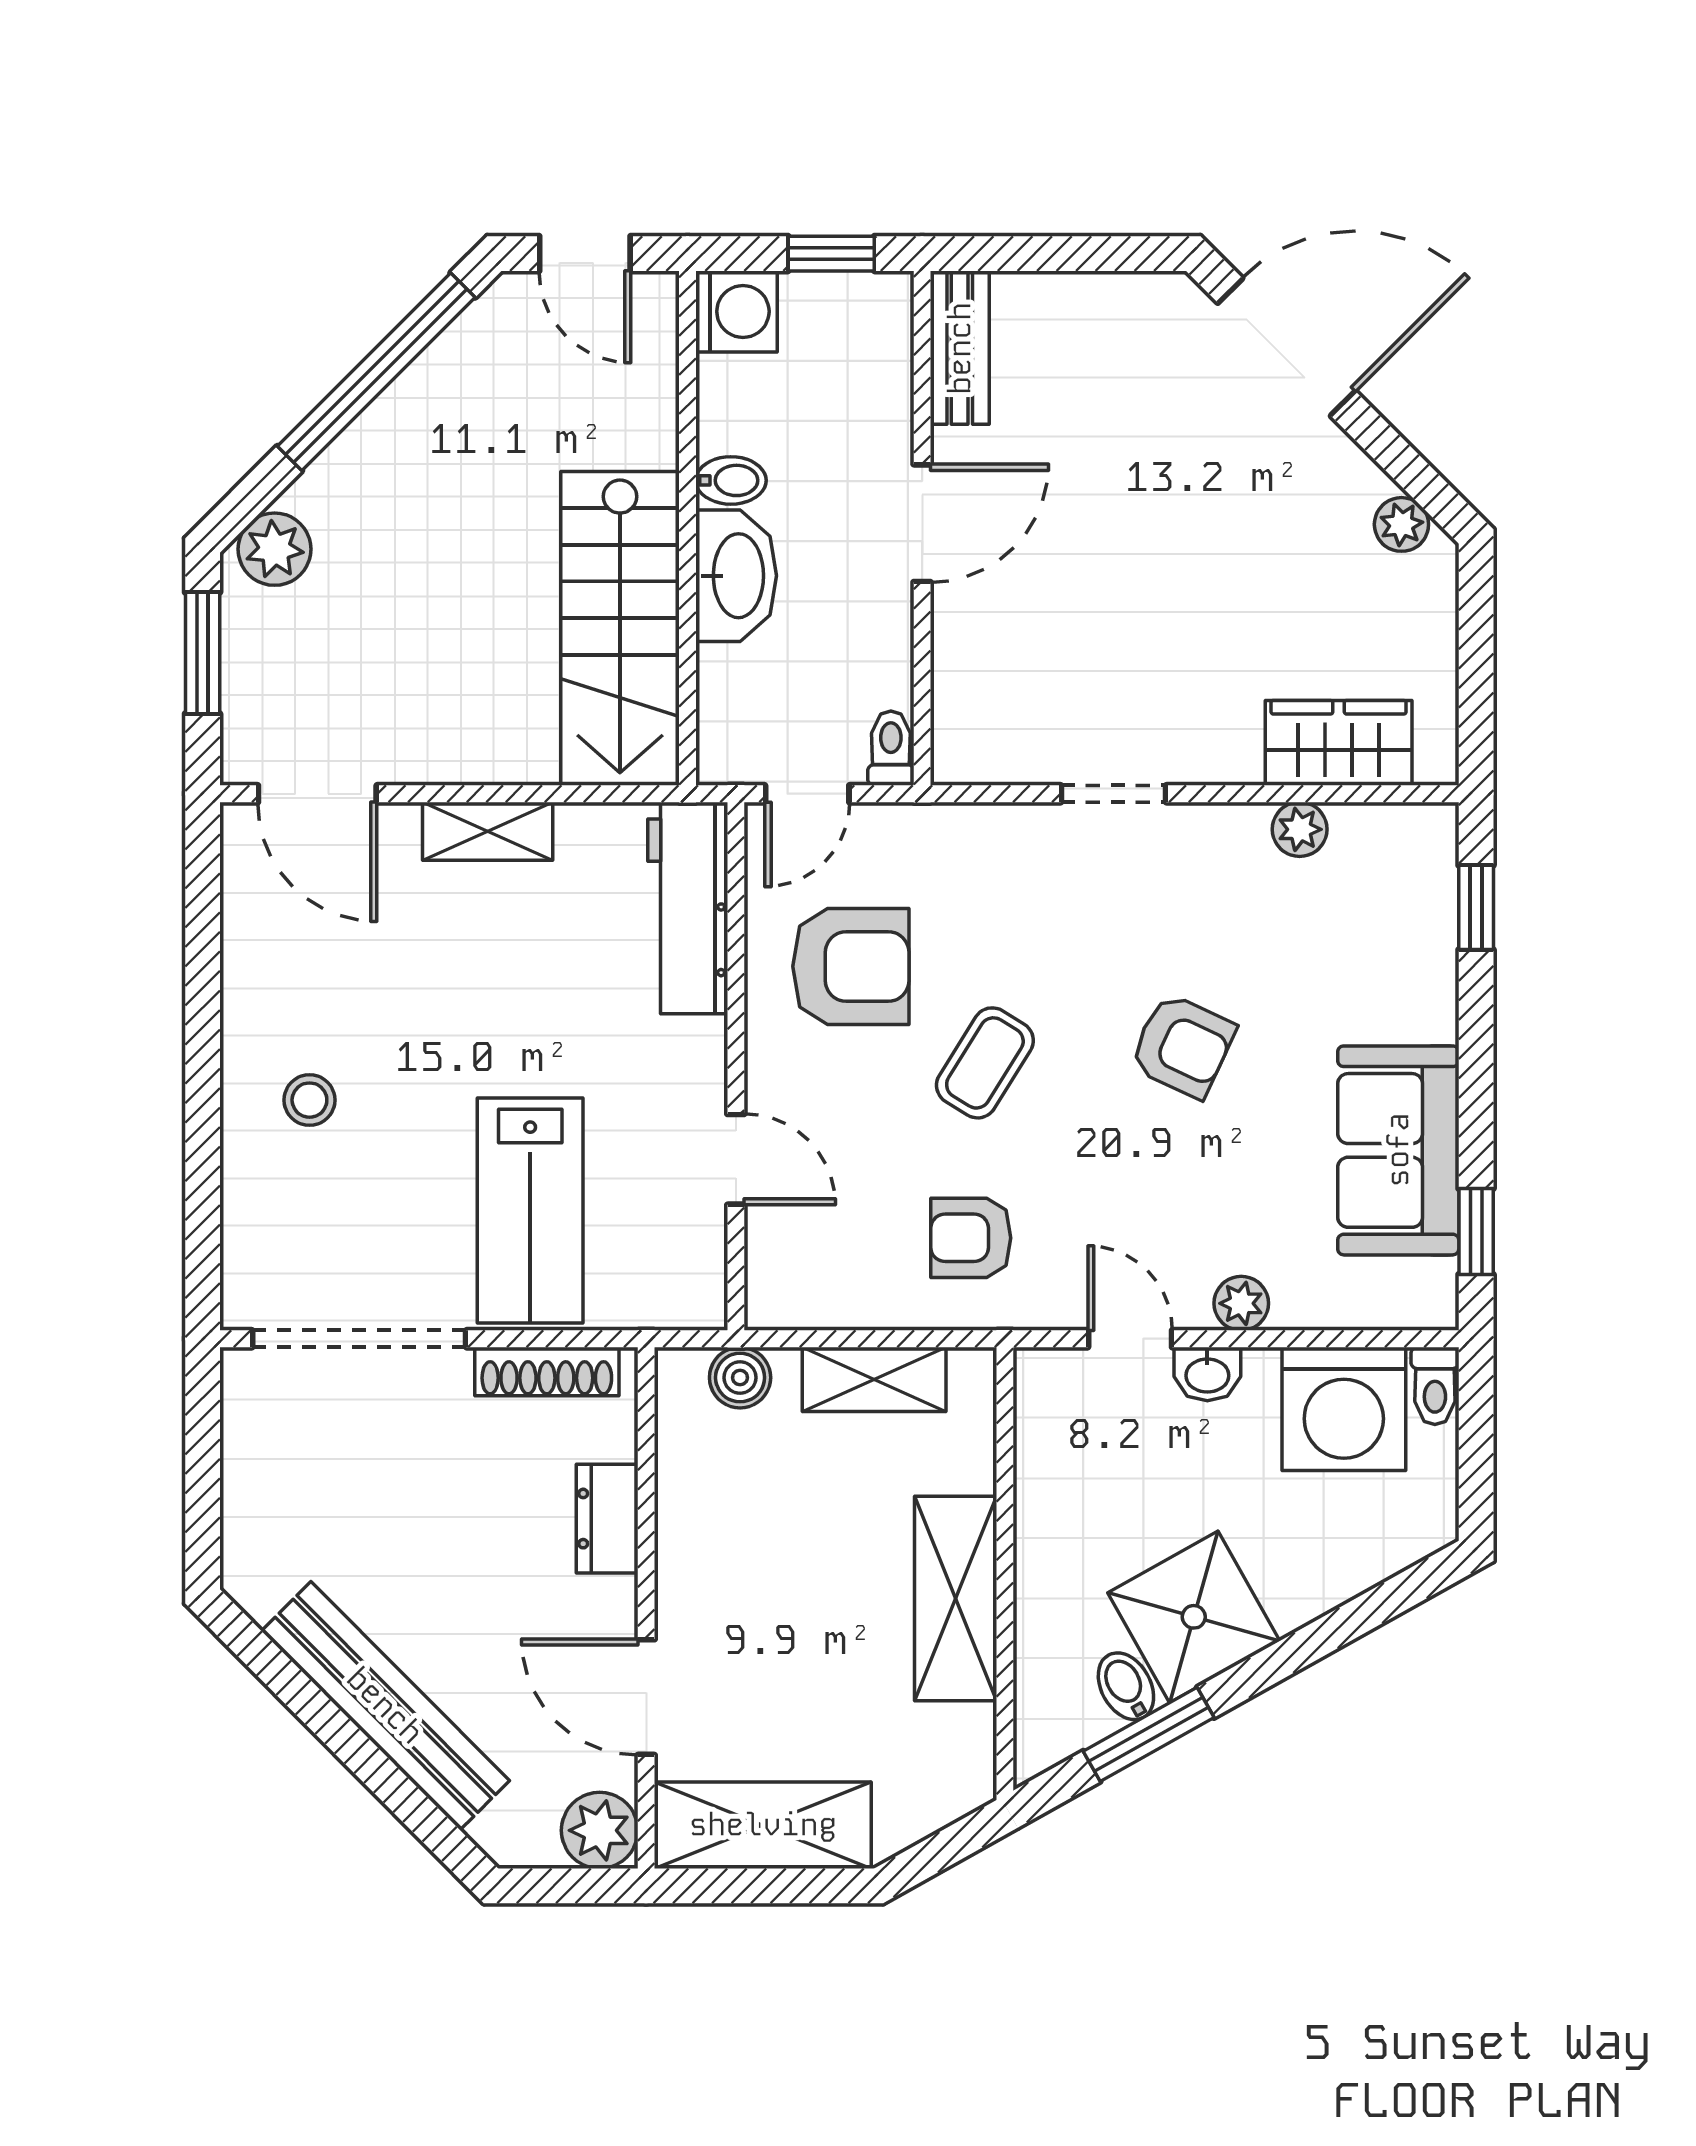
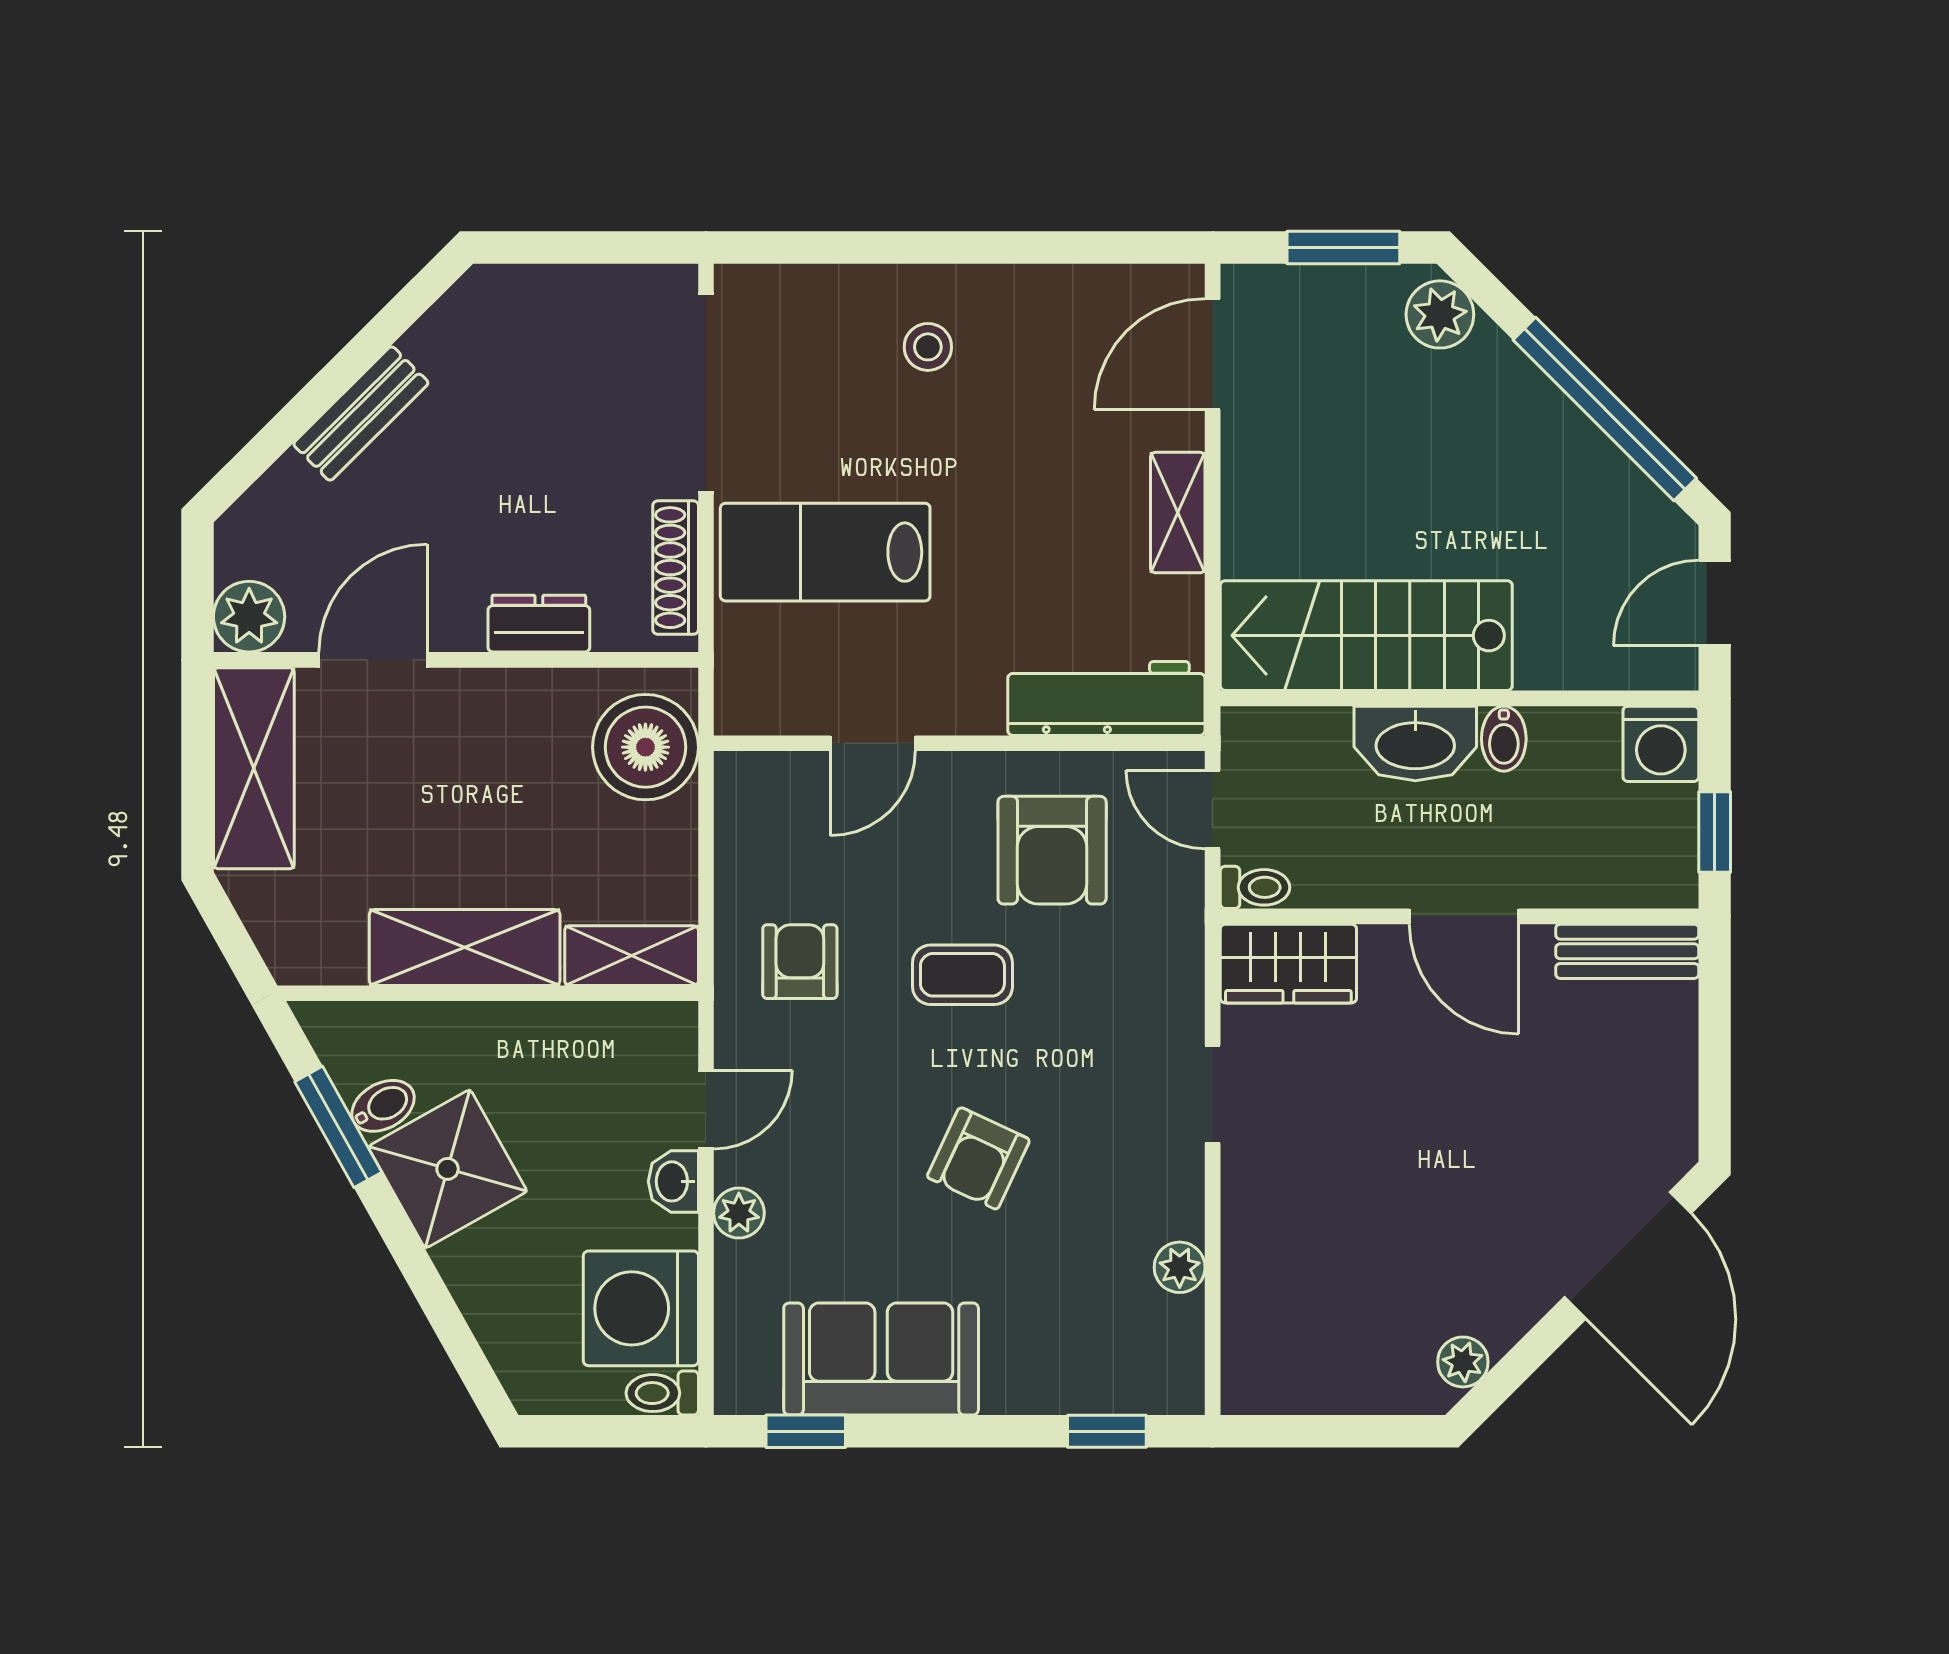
wardrobe: (1339, 743) -> (1288, 964), moved, turned 90
coffee table: (985, 1063) -> (962, 975), turned -32
boiler: (740, 1378) -> (645, 747), width x1.86, depth x1.86
shelving: (874, 1379) -> (632, 956), moved, turned 90
bench: (385, 1706) -> (361, 413), width x0.54, depth x0.82

